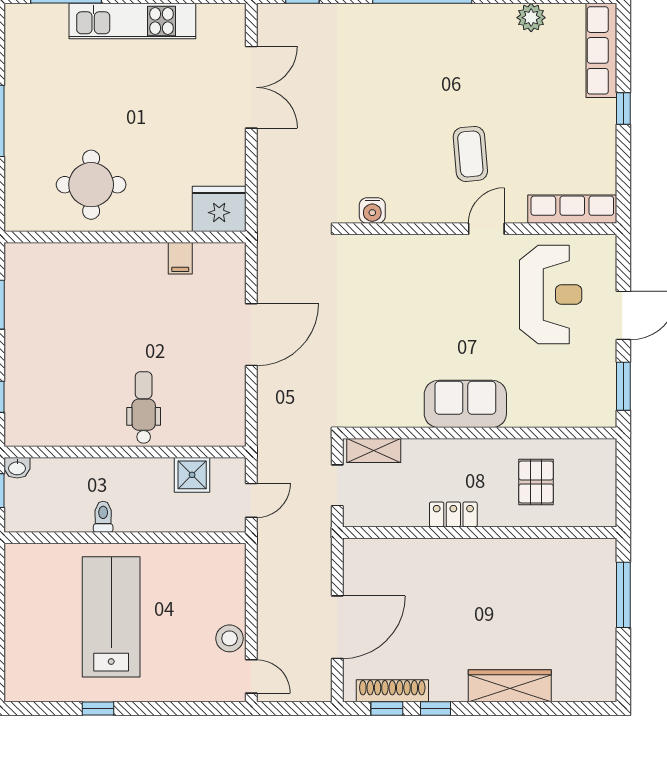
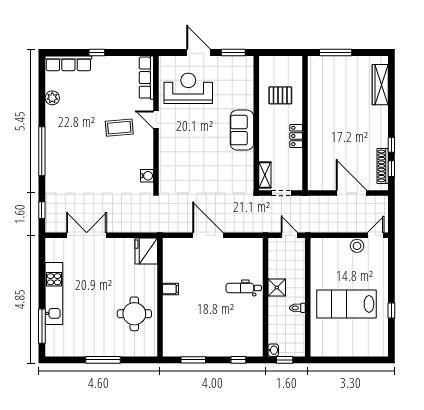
filing cabinet: (180, 258) -> (170, 289), moved
shower: (192, 475) -> (277, 288), moved
wardrobe: (510, 686) -> (380, 85), moved

